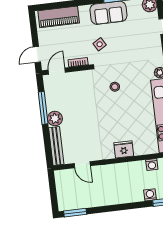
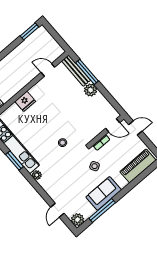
door: (37, 54) -> (135, 128), hinge flipped
door: (57, 71) -> (113, 125), hinge flipped
window: (43, 108) -> (87, 72), moved

